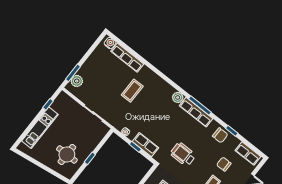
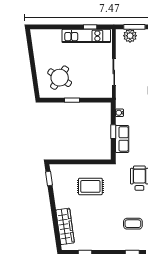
kitchen unit: (40, 128) -> (86, 36), moved
round table: (67, 155) -> (60, 78), turned 33

